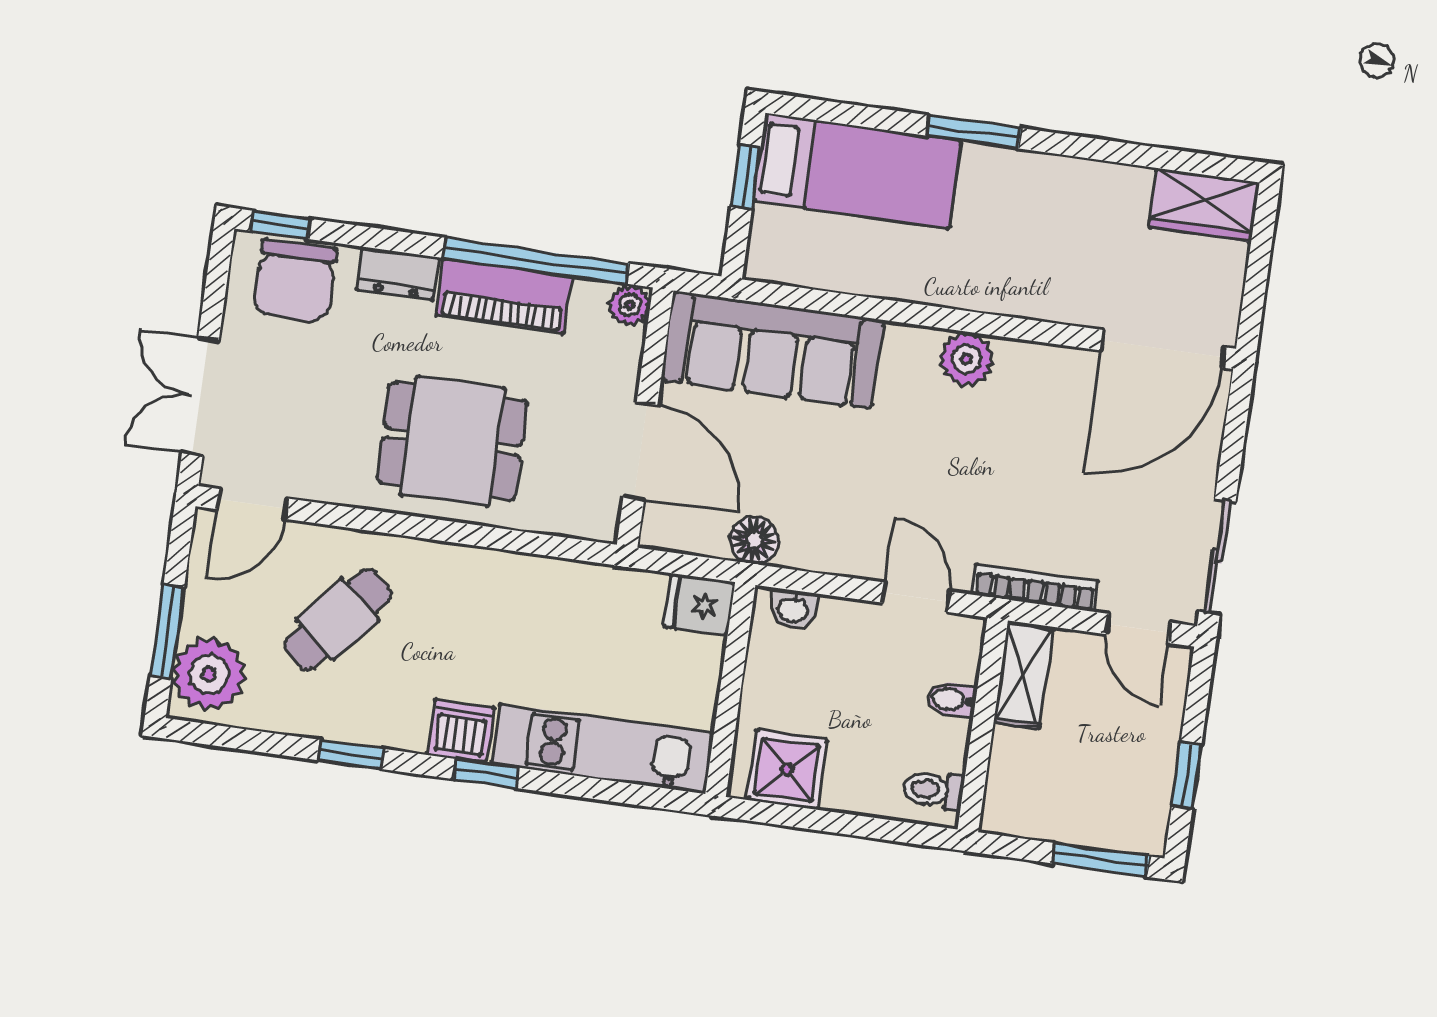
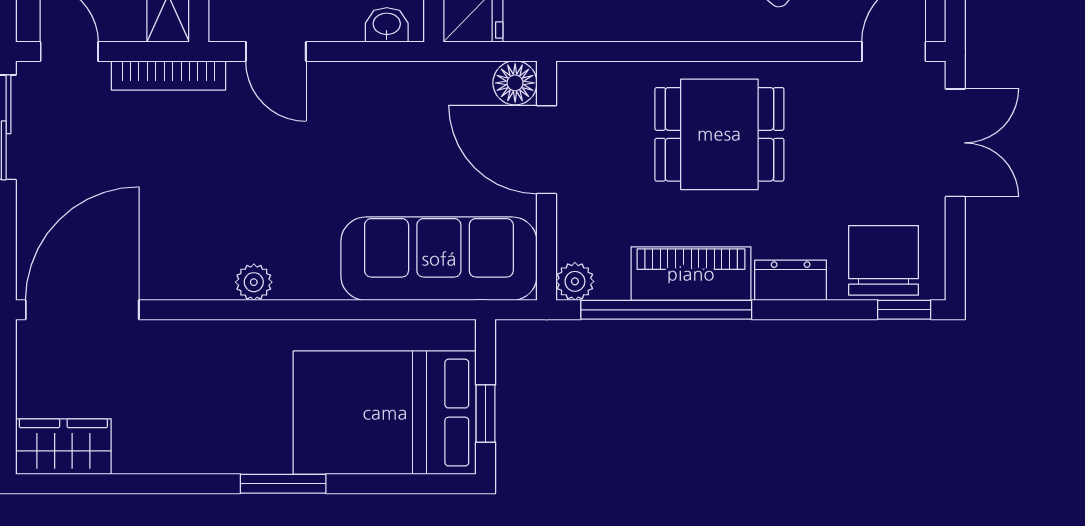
bed: (857, 171) -> (385, 413), width x1.50
plant: (966, 359) -> (254, 282), width x0.73, depth x0.73
floor lamp: (754, 540) -> (515, 83), moved

